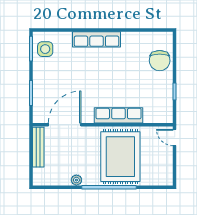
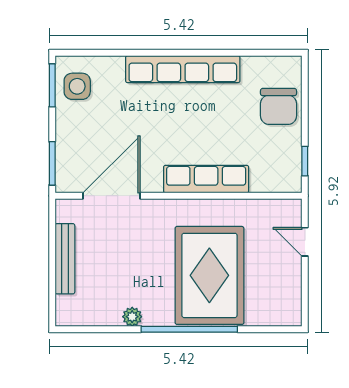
row of seats: (97, 39) -> (183, 69), width x1.36
row of seats: (118, 115) -> (206, 179), moved
door: (65, 125) -> (111, 196), moved
wall: (103, 125) -> (179, 196), moved

